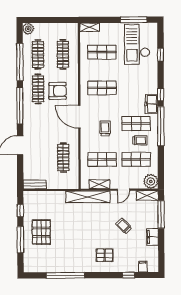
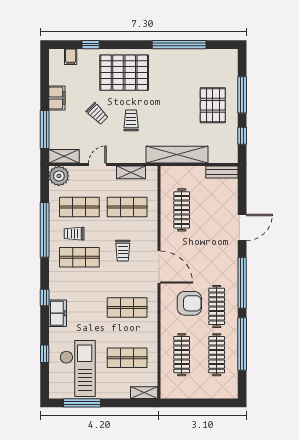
plant: (28, 29) -> (230, 391), removed
armchair: (58, 91) -> (189, 303), turned 180
freezer: (151, 104) -> (58, 313), moved
window: (161, 126) -> (45, 230), moved
shelving: (88, 197) -> (177, 155), moved
trolley: (100, 221) -> (131, 120), added
pallet: (105, 255) -> (124, 73), width x2.05, depth x2.00

